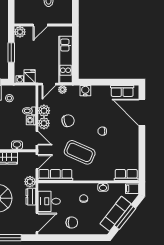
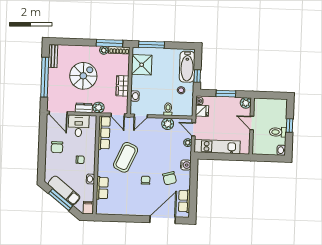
washing machine: (31, 120) -> (159, 111), removed
chair: (68, 121) -> (170, 178), moved
plant: (44, 123) -> (155, 123), removed
row of seats: (126, 175) -> (102, 188), moved

